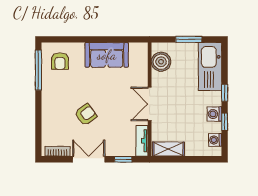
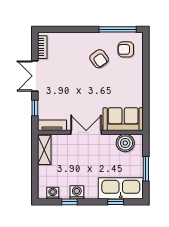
sofa: (107, 55) -> (123, 119), moved, turned 90
window: (225, 93) -> (116, 202), moved
armchair: (86, 115) -> (99, 59), moved
double door: (89, 159) -> (35, 76), swing flipped

